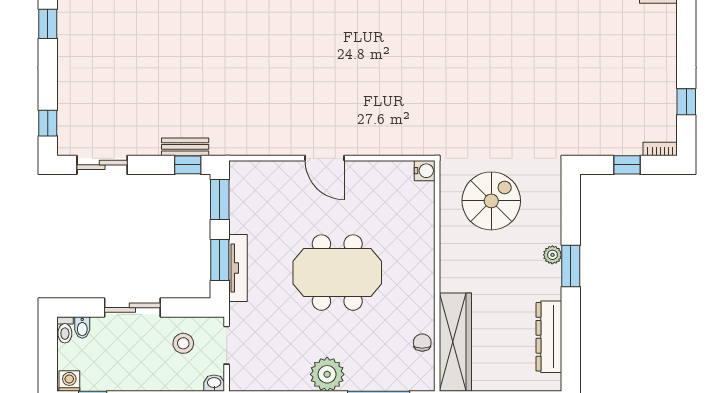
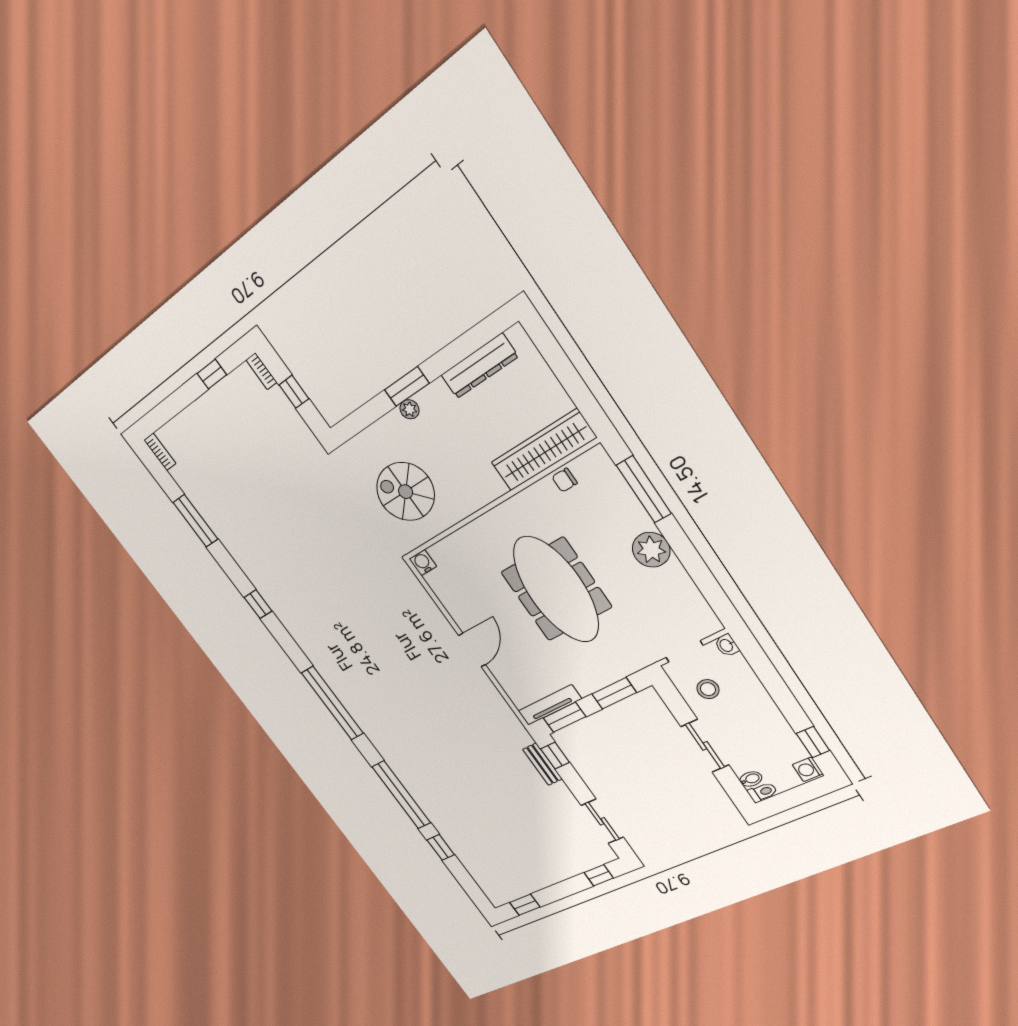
tv unit: (238, 268) -> (550, 705), moved
meeting table: (337, 273) -> (556, 590), width x1.36

